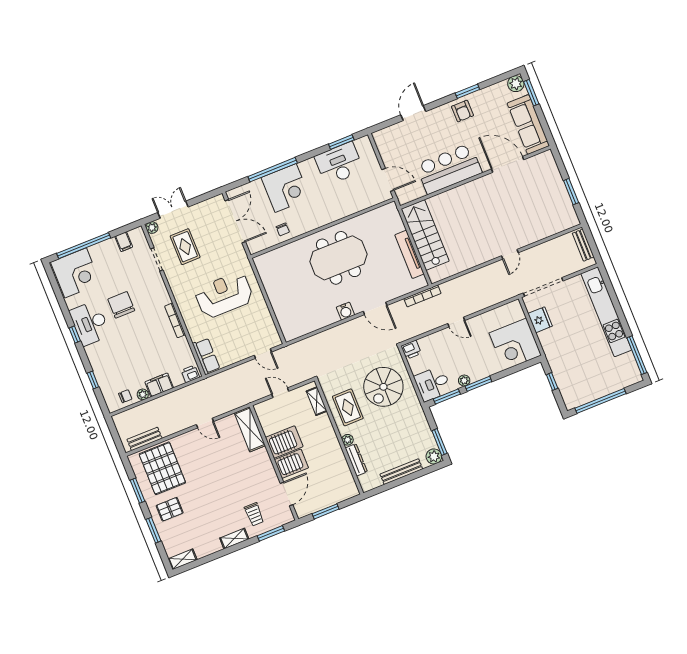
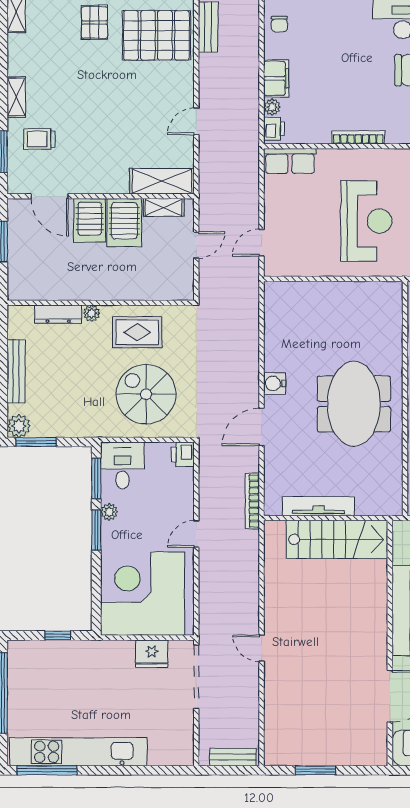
kitchen unit: (606, 312) -> (78, 752), moved
corner desk: (515, 344) -> (143, 594), width x1.36, depth x1.36
plant: (143, 394) -> (272, 107), moved
shelving: (317, 401) -> (164, 208), moved

